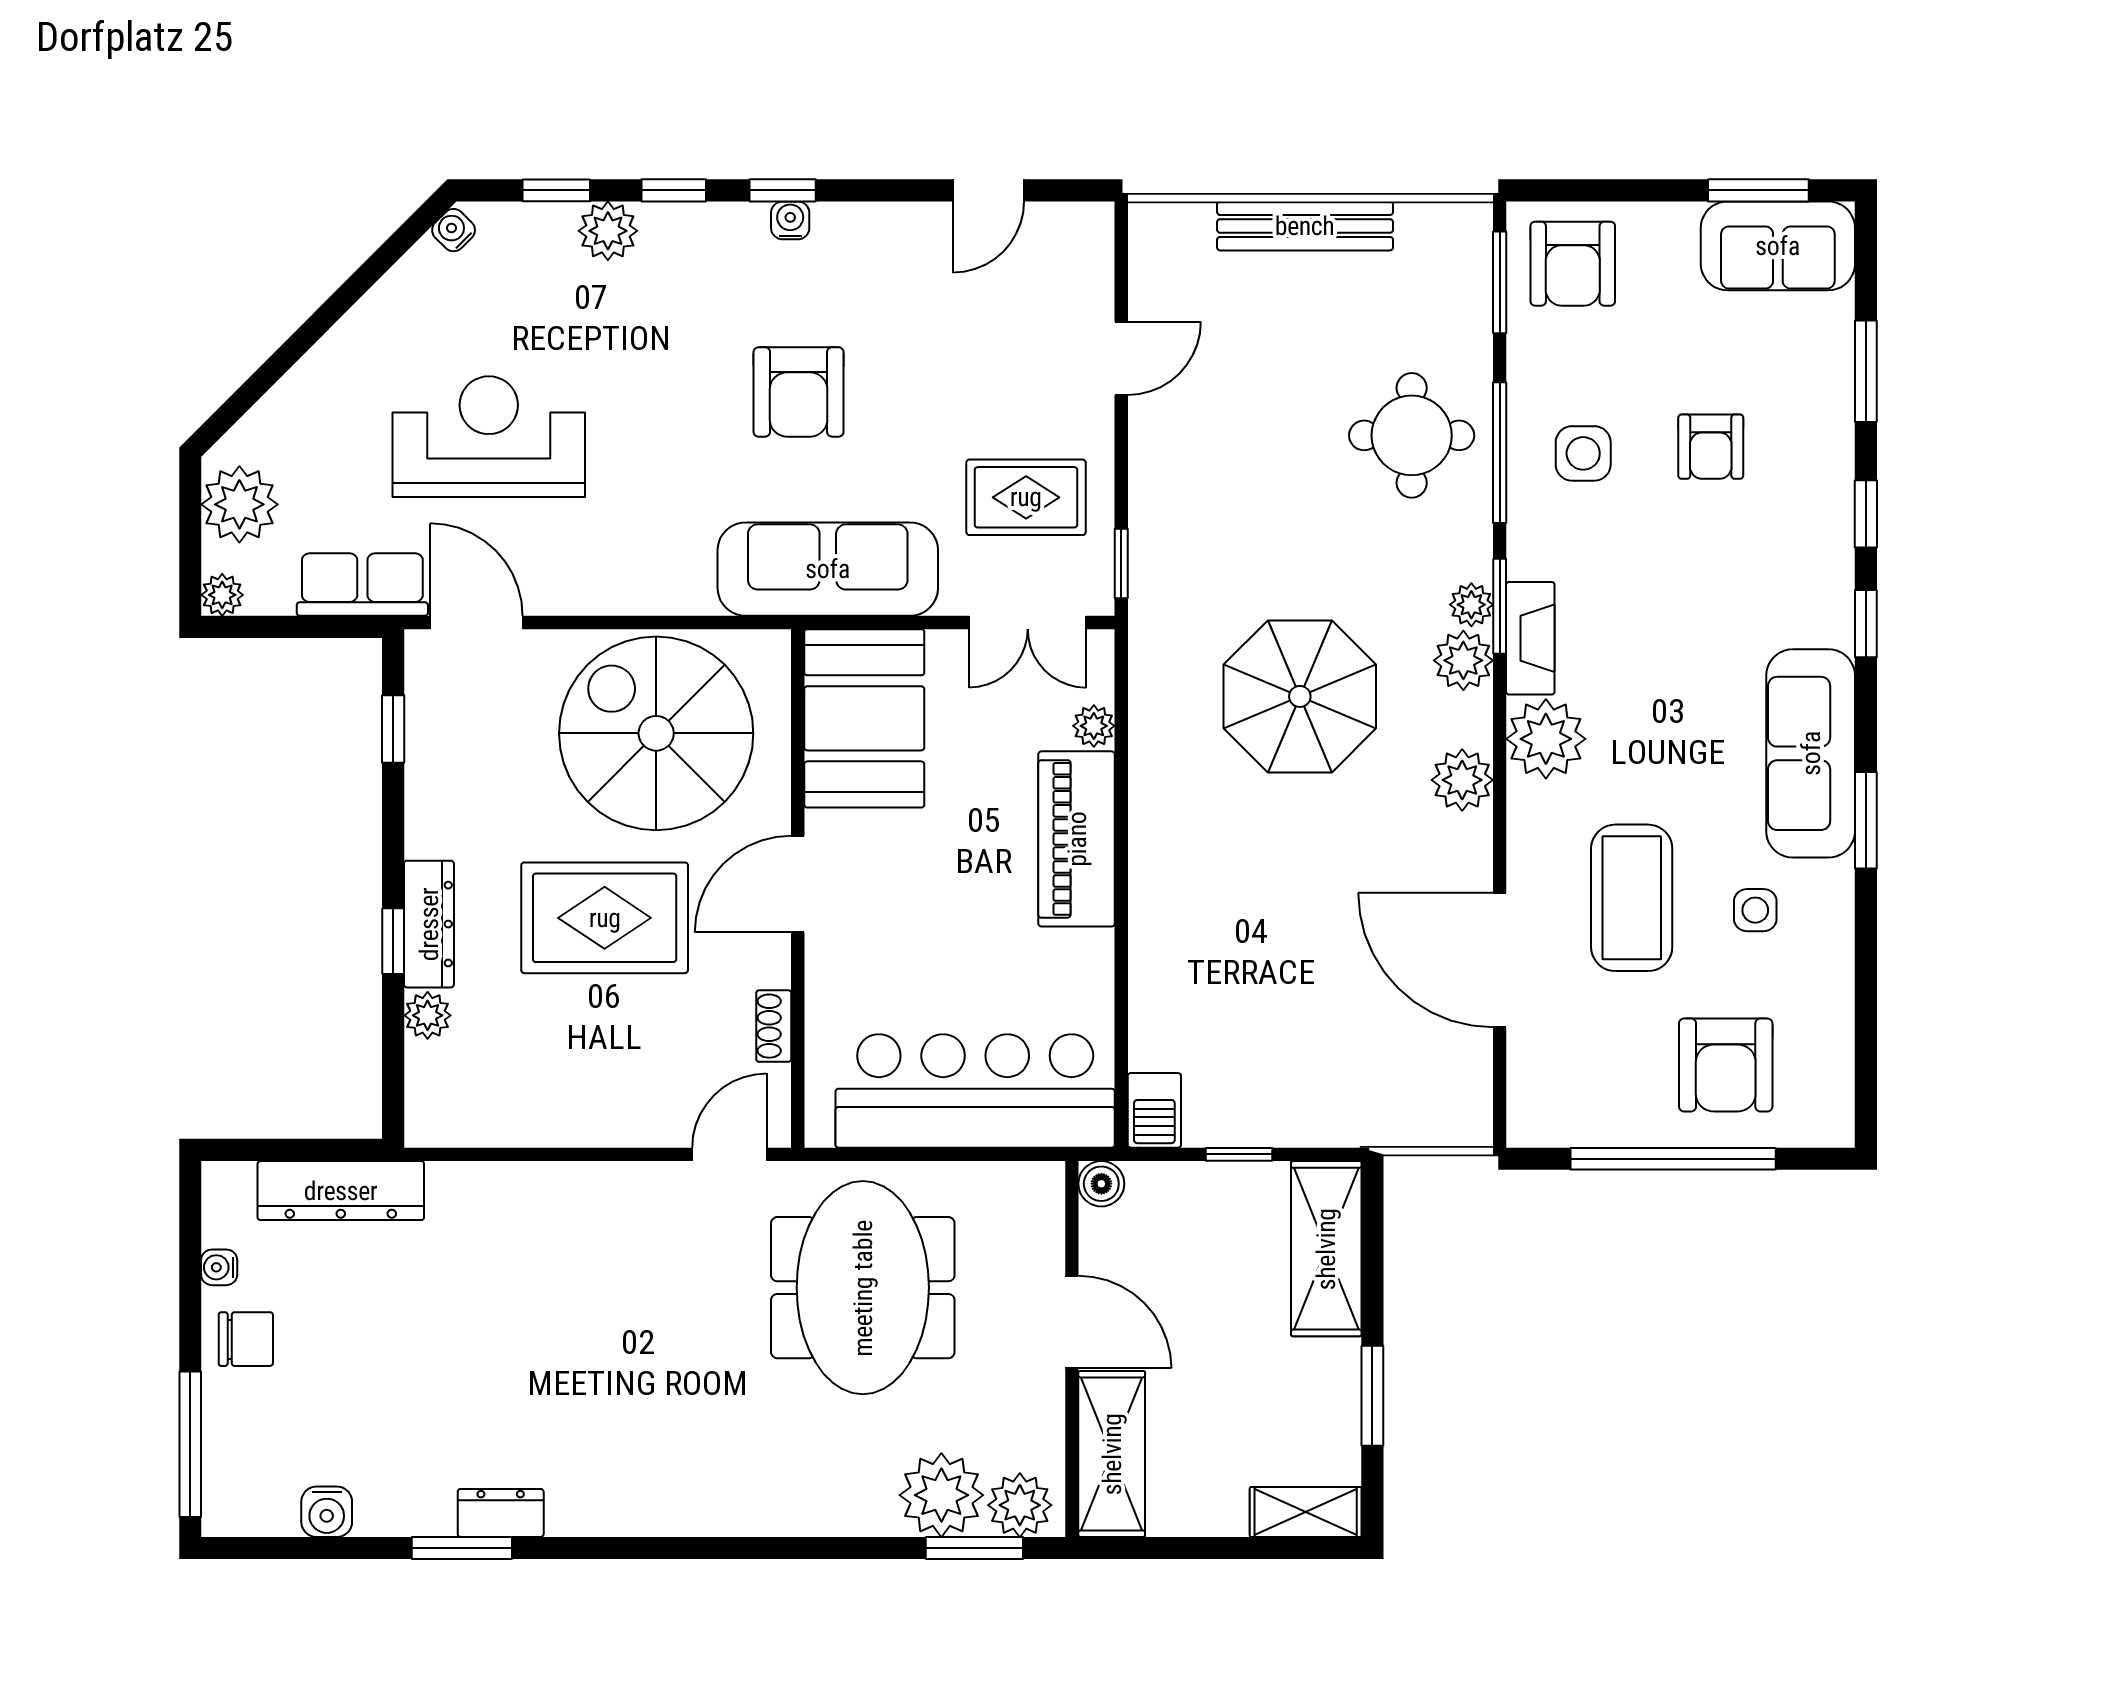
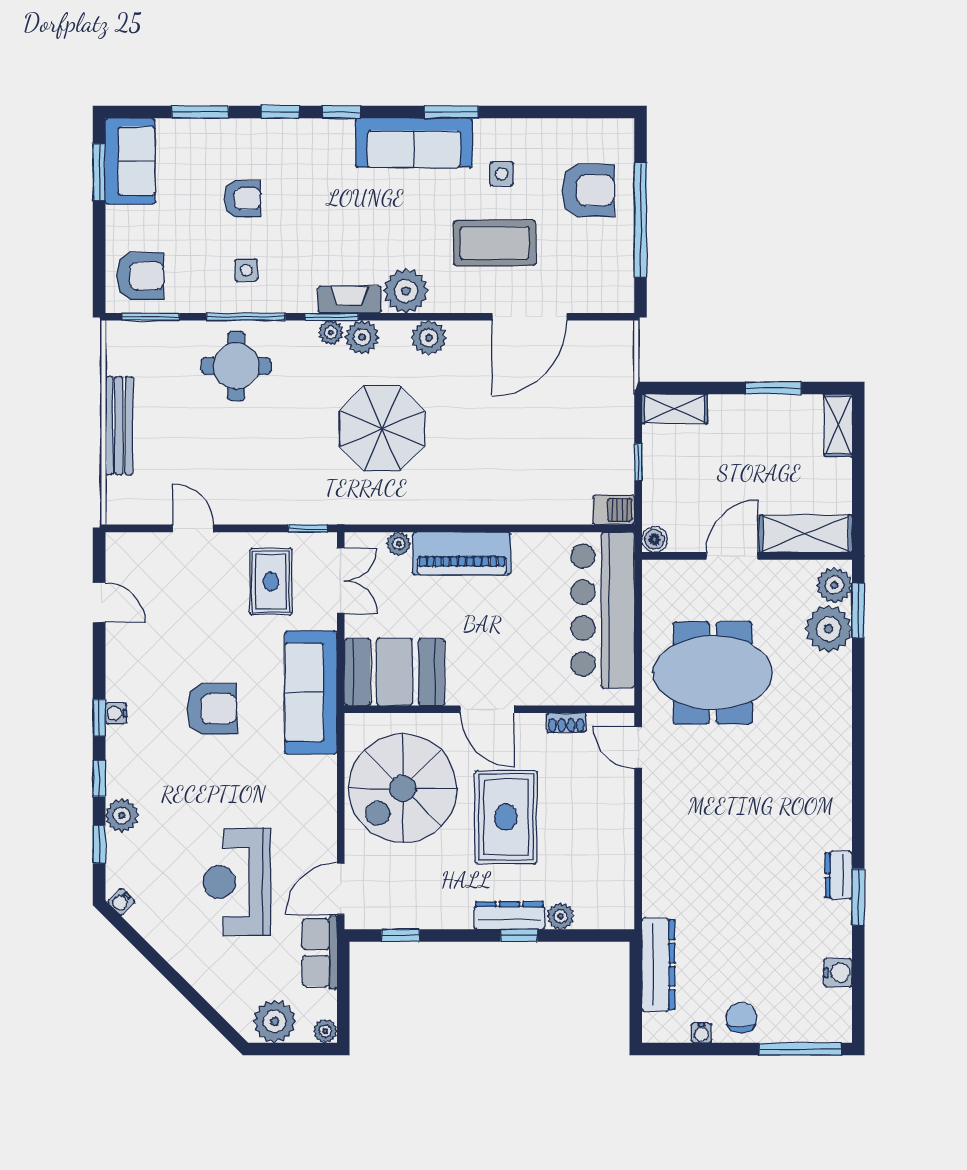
side table: (1583, 453) -> (246, 270), width x0.73, depth x0.73
shelving: (1326, 1249) -> (675, 409), width x0.67, depth x0.75

